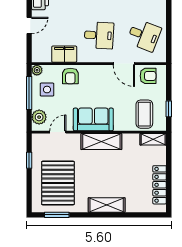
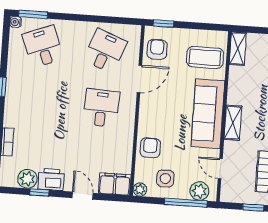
filing cabinet: (64, 54) -> (115, 184), moved, turned 90
armchair: (70, 76) -> (150, 148), turned -90
window: (29, 93) -> (186, 203), moved
window: (169, 109) -> (163, 24), moved
sofa: (93, 119) -> (208, 114), width x1.36
shelving: (101, 142) -> (233, 123), width x0.67, depth x0.75

